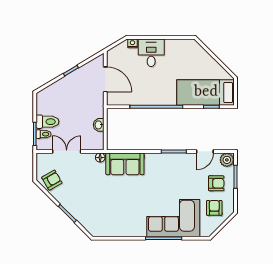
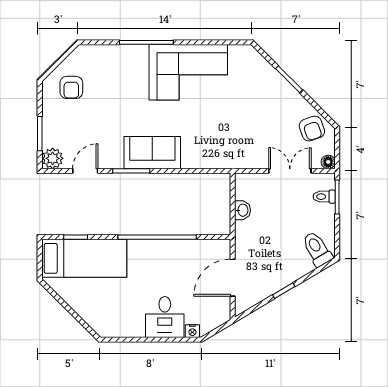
door: (105, 79) -> (233, 278), hinge flipped
toilet: (47, 122) -> (317, 249), moved, turned 59
double door: (67, 151) -> (290, 171), swing flipped
floor lamp: (100, 158) -> (328, 162), moved
sofa: (125, 164) -> (152, 153), moved
armchair: (52, 180) -> (312, 129), turned -79
armchair: (216, 183) -> (68, 124), removed
corner sofa: (173, 218) -> (188, 72), moved

